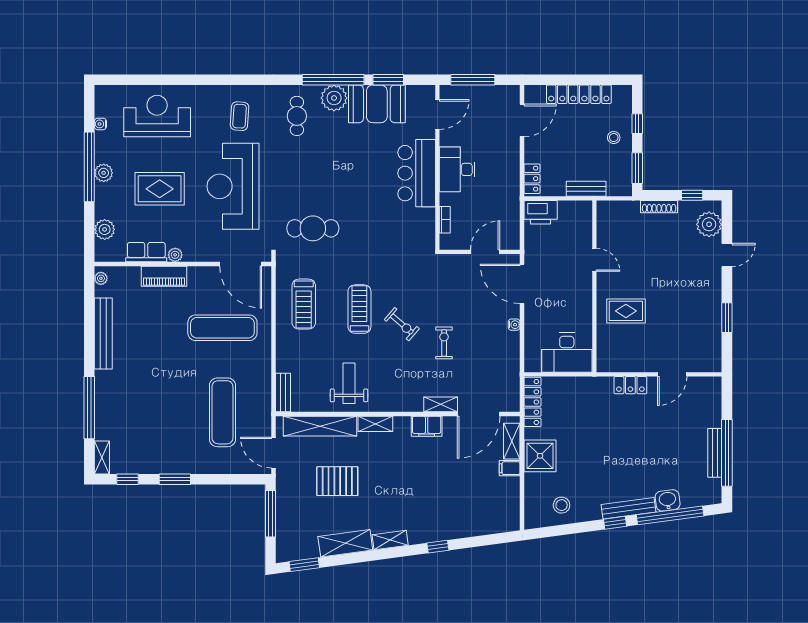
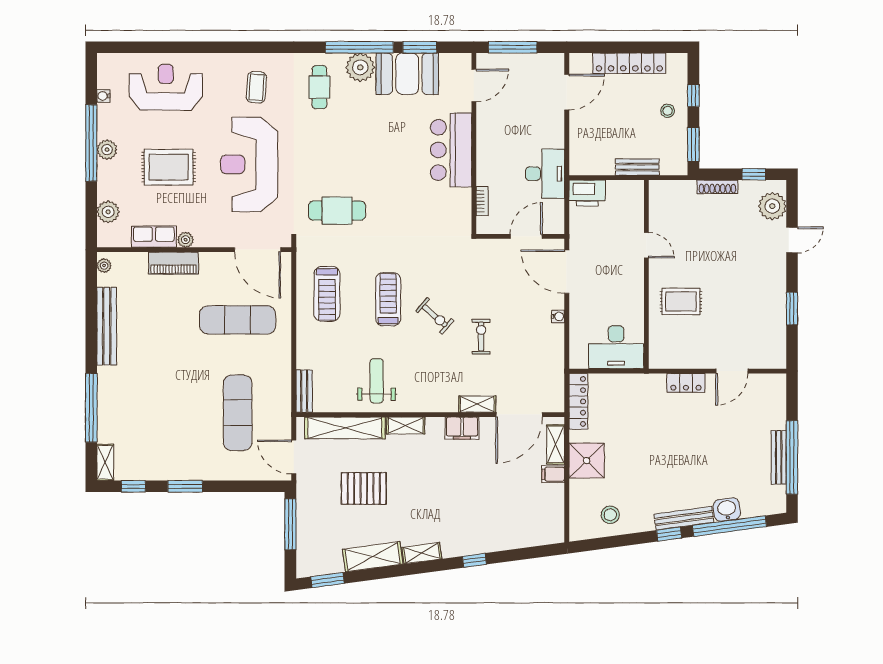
desk: (457, 169) -> (545, 174), moved, turned 180
locker: (532, 179) -> (578, 156), removed

